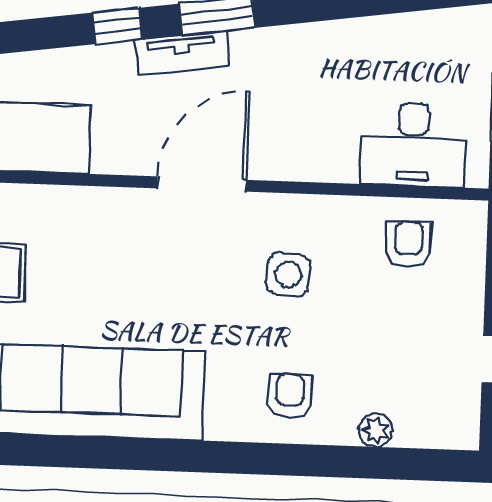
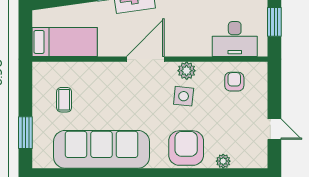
plant: (297, 215) -> (187, 71), added
armchair: (290, 396) -> (186, 148), width x1.88, depth x1.88

